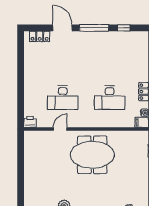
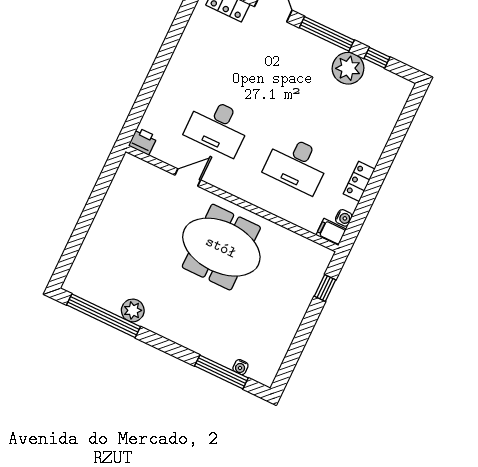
plant: (112, 40) -> (348, 68), added

